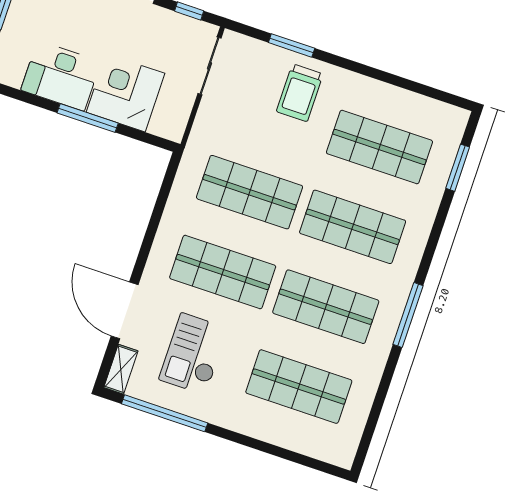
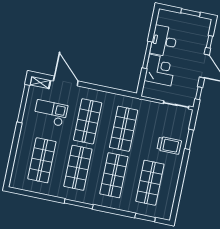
trolley: (300, 93) -> (169, 145), turned 180
door: (125, 310) -> (66, 81), hinge flipped

